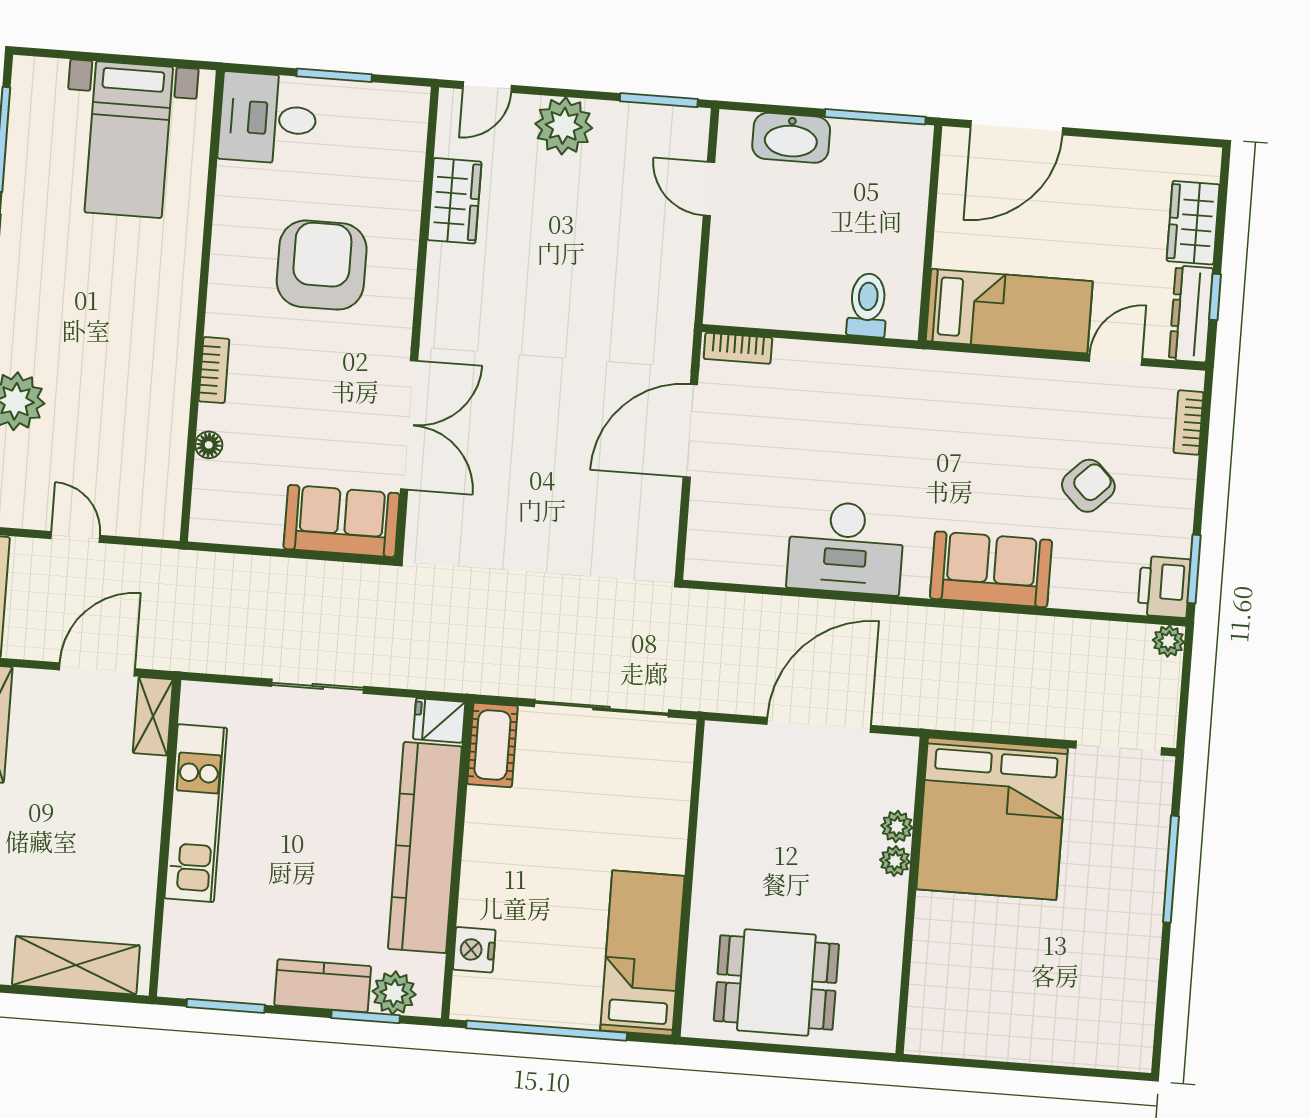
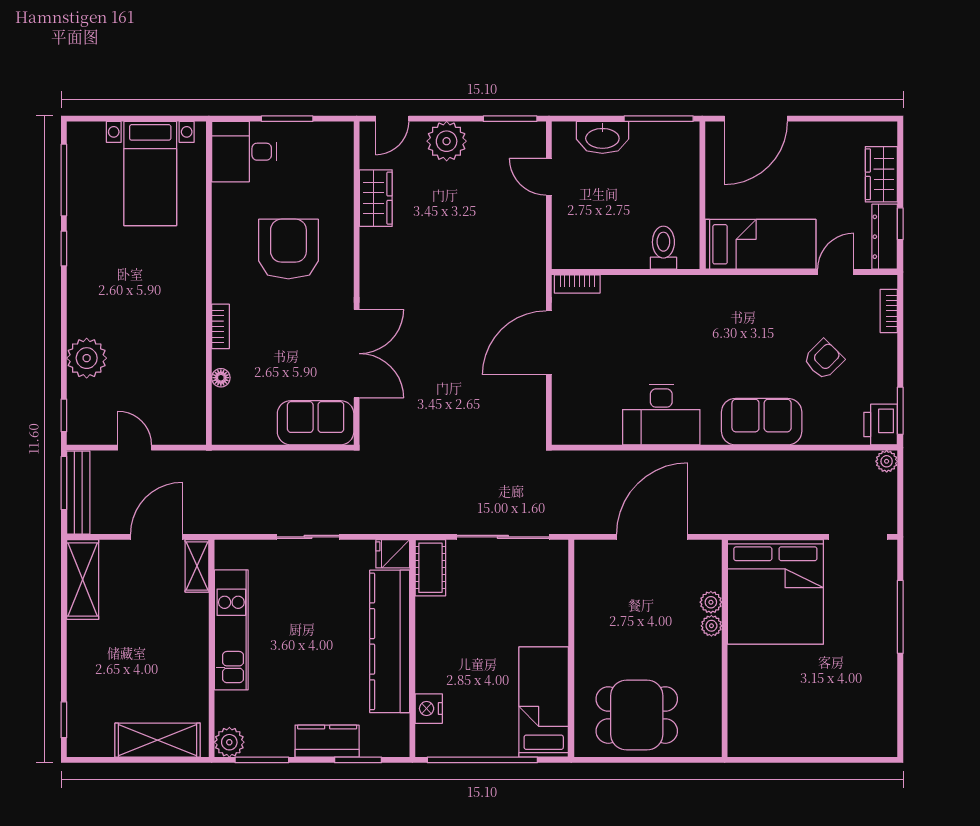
plant: (394, 993) -> (229, 742), moved

